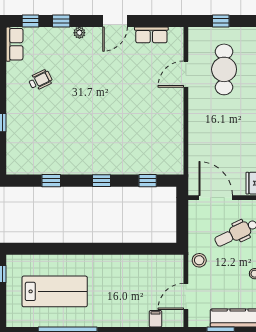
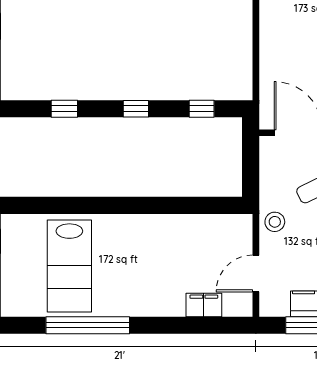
lab bench: (55, 291) -> (69, 266), turned 90
filing cabinet: (155, 319) -> (204, 305), width x2.00

